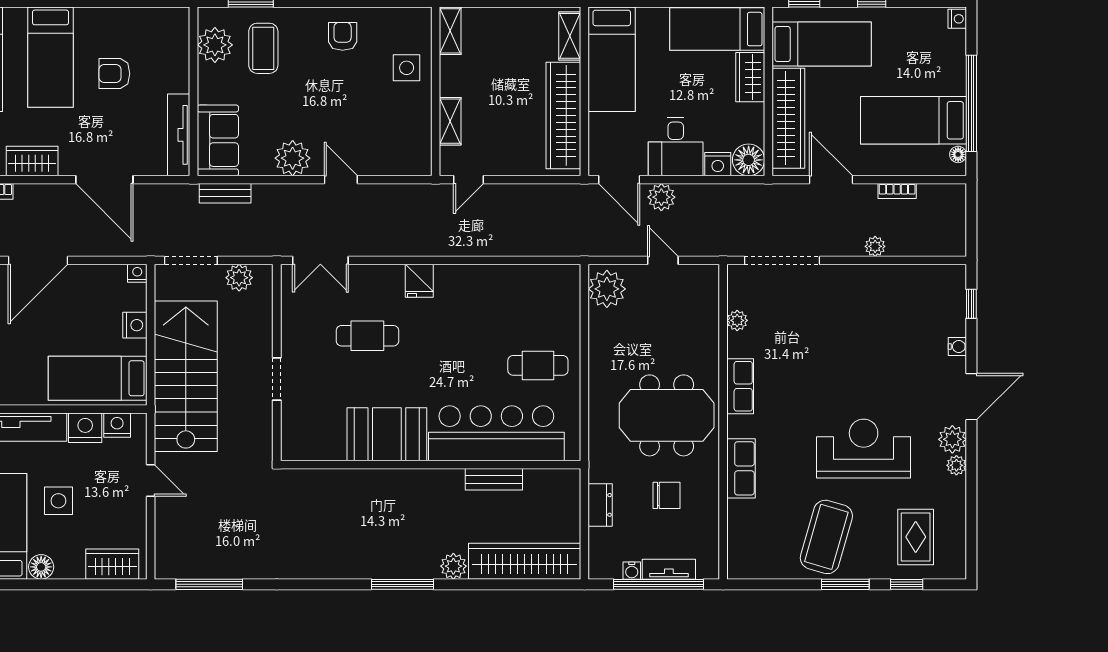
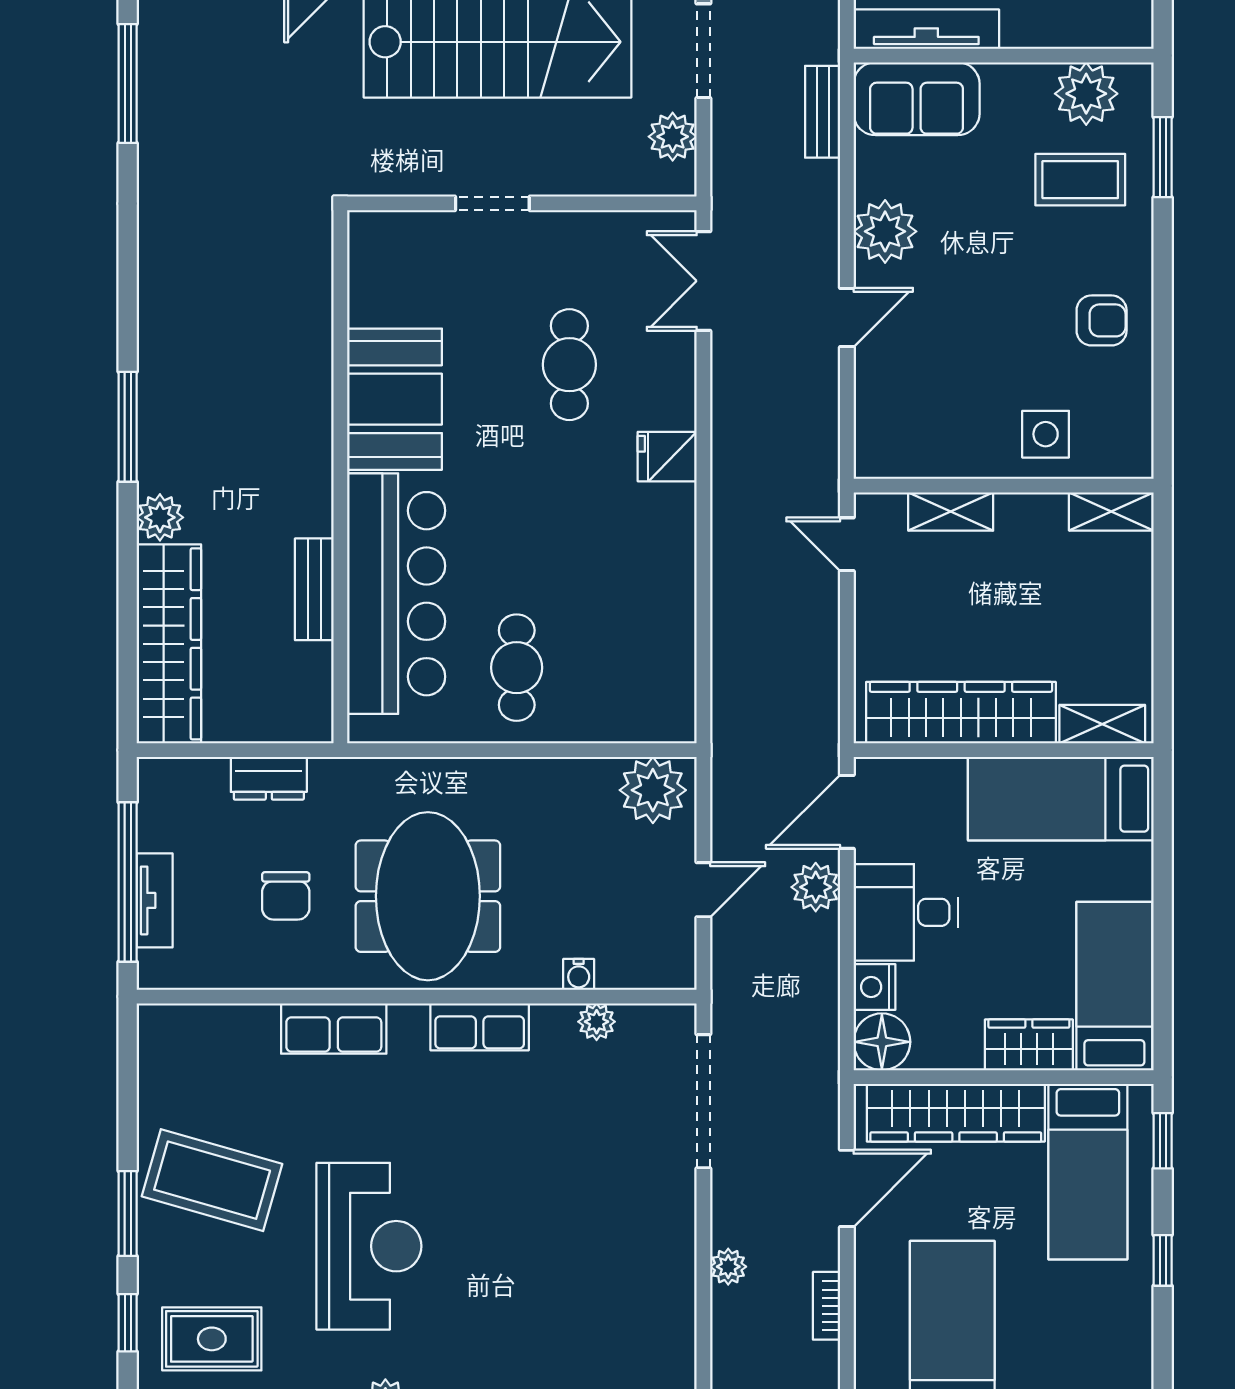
water cooler: (632, 571) -> (579, 974), moved, turned -90

